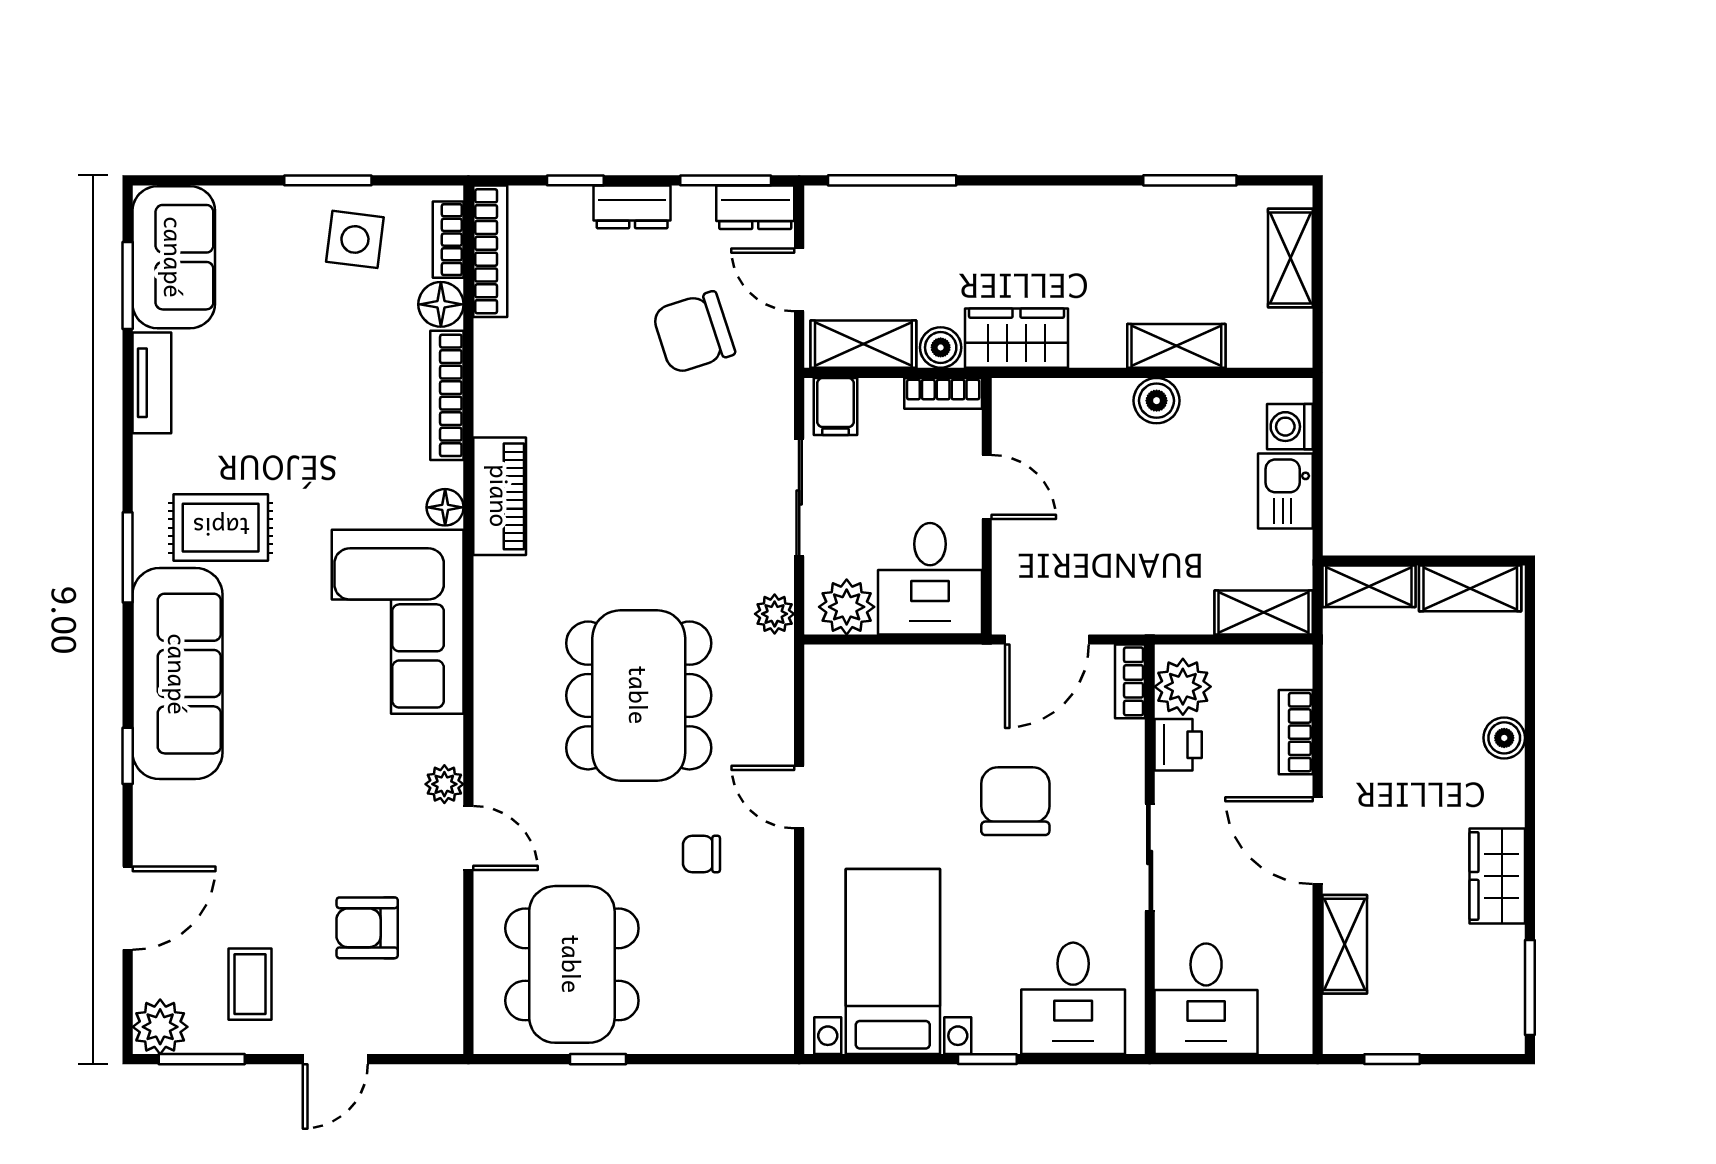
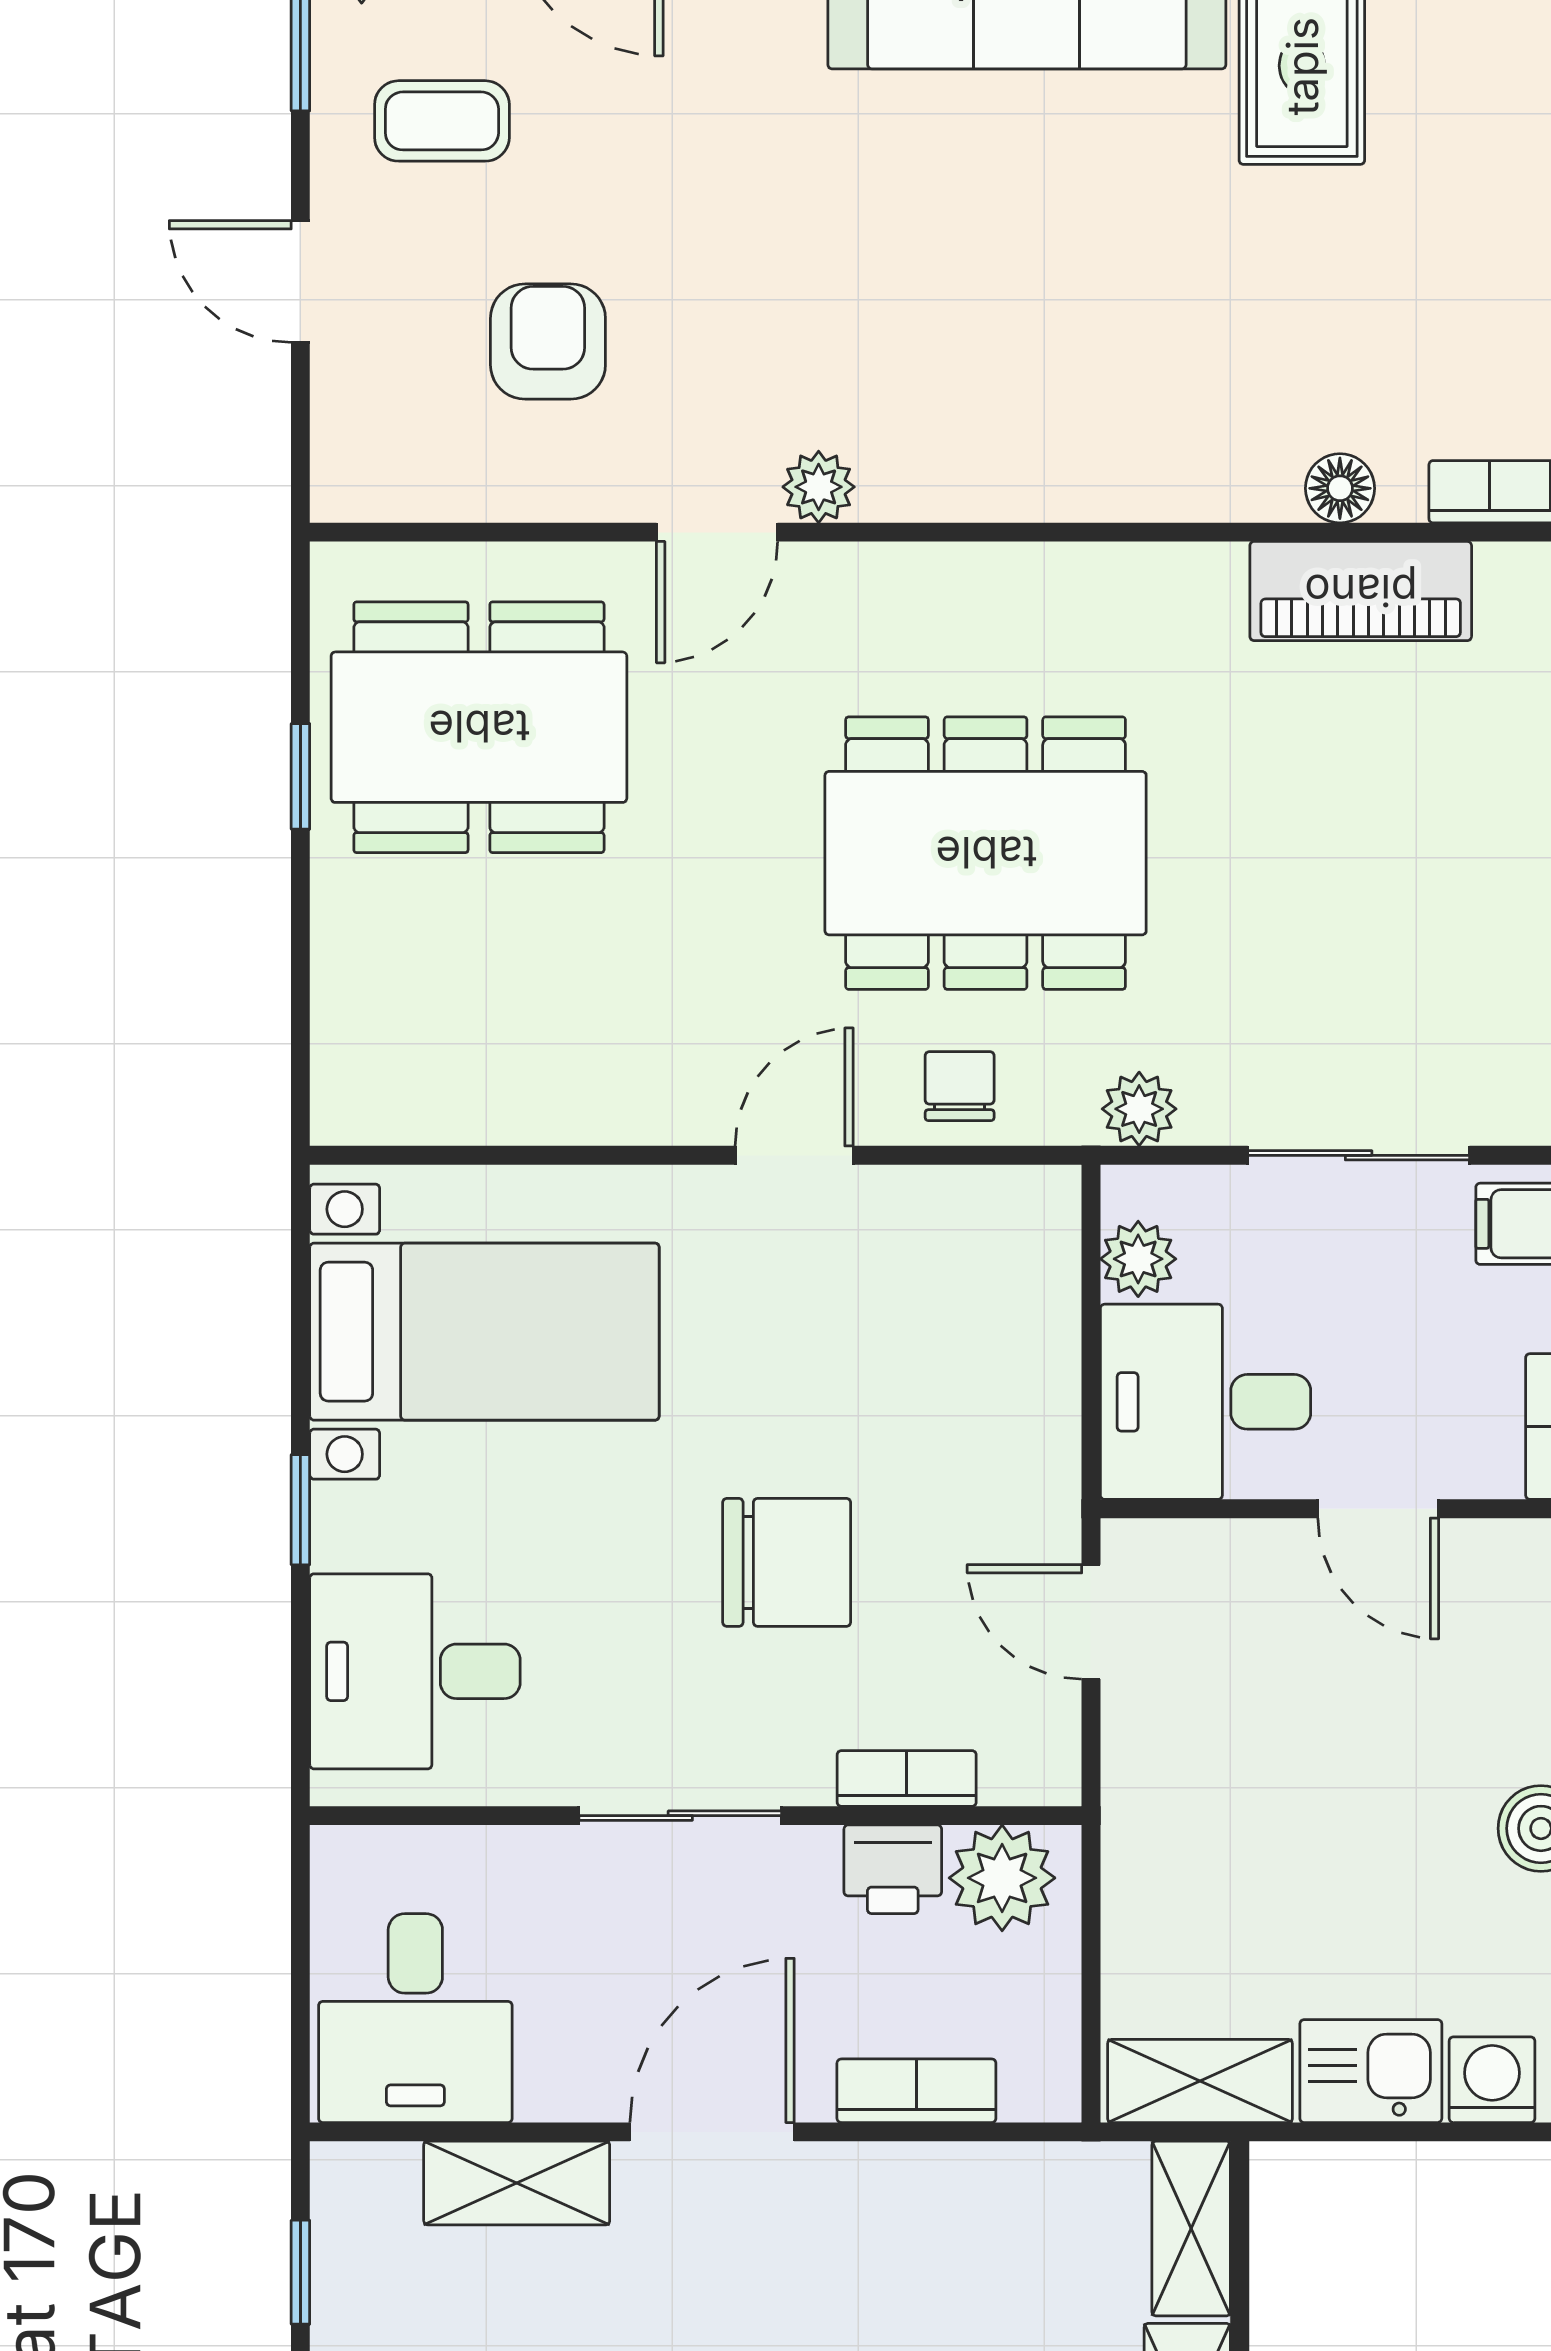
door: (987, 487) -> (1378, 1509), hinge flipped
plant: (847, 607) -> (1138, 1259), width x0.73, depth x0.73
shelving: (1264, 613) -> (1200, 2081), moved, turned 90
corner sofa: (398, 622) -> (1124, 399), removed
door: (1047, 640) -> (1091, 1622), width x0.73
bookcase: (1130, 681) -> (907, 1778), moved
chair: (701, 854) -> (960, 1086), moved
desk: (1206, 999) -> (415, 2018), moved, turned -90

